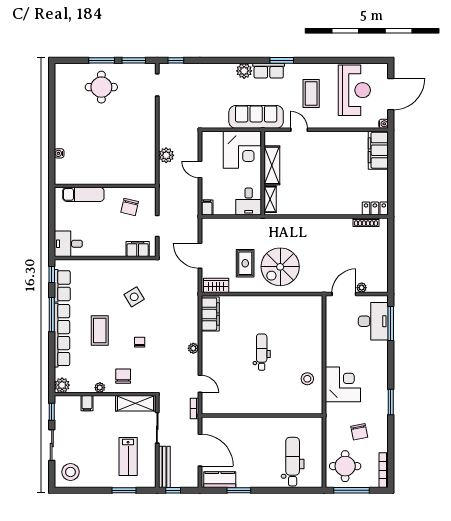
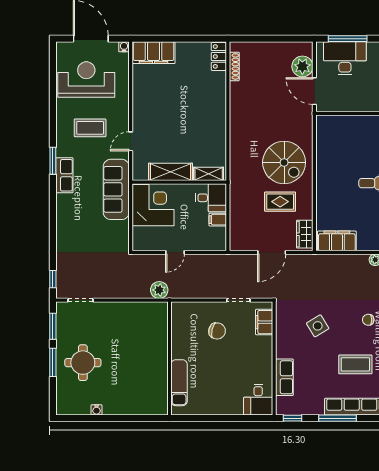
plant: (244, 71) -> (65, 203), removed
water cooler: (59, 153) -> (96, 410), moved
wall: (105, 186) -> (169, 358), moved
exam couch: (83, 194) -> (179, 383), moved
filing cabinet: (207, 208) -> (218, 220), moved
row of seats: (62, 286) -> (284, 377), moved, turned 90
plant: (362, 288) -> (302, 66), width x1.87, depth x1.87

